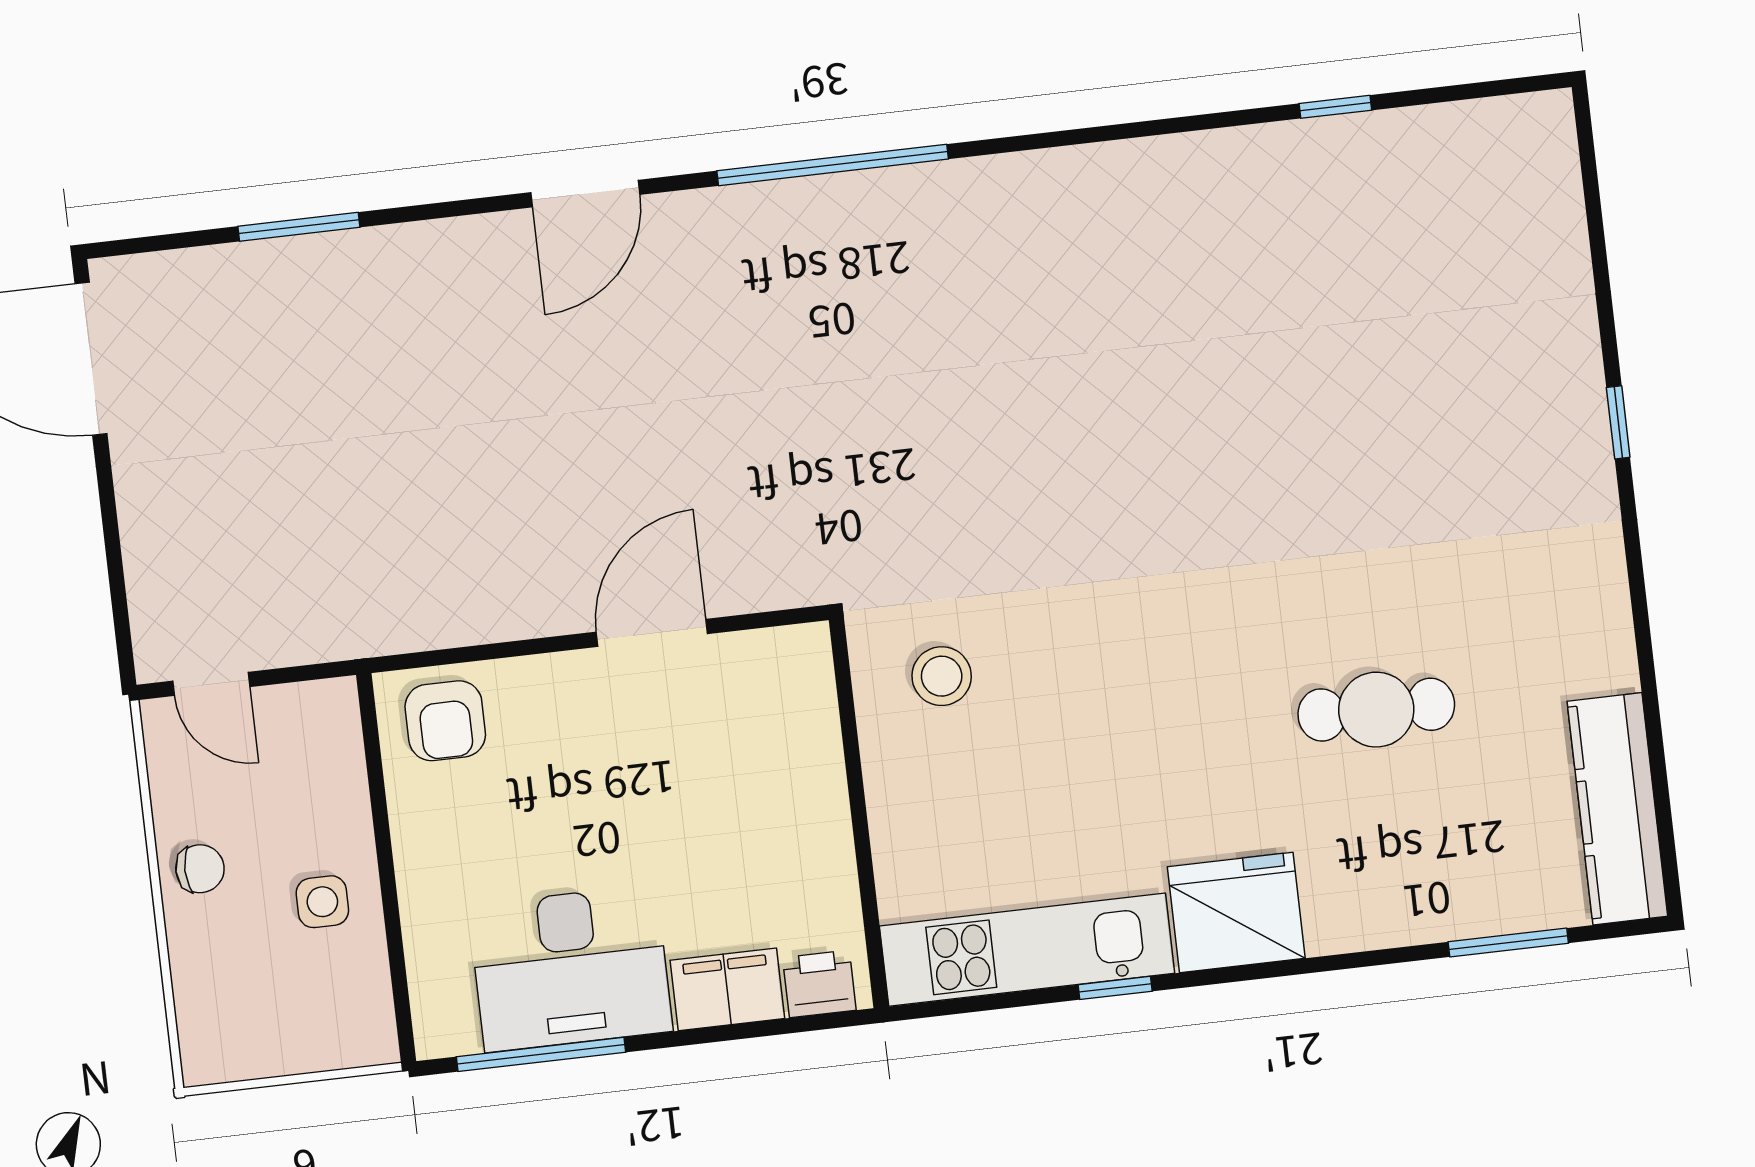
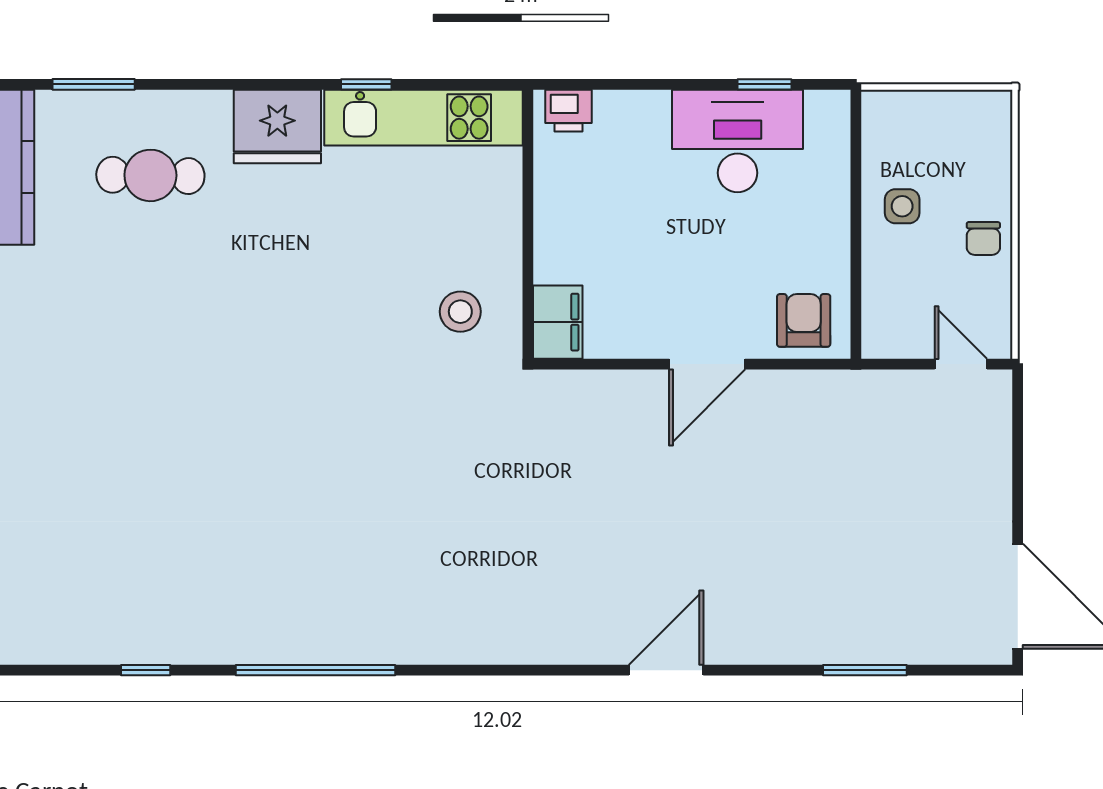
window: (833, 165) -> (316, 670), moved
door: (652, 633) -> (707, 364), moved
cafe table: (1376, 710) -> (150, 175), moved
chair: (200, 869) -> (983, 239), turned -90
filing cabinet: (727, 989) -> (558, 322), moved, turned -90
window: (541, 1054) -> (765, 84), width x0.46

